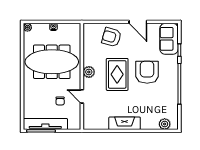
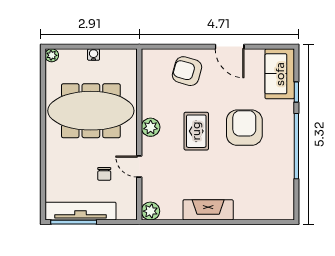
rug: (117, 74) -> (196, 131), width x0.73, depth x0.70
plant: (165, 124) -> (150, 211), moved

